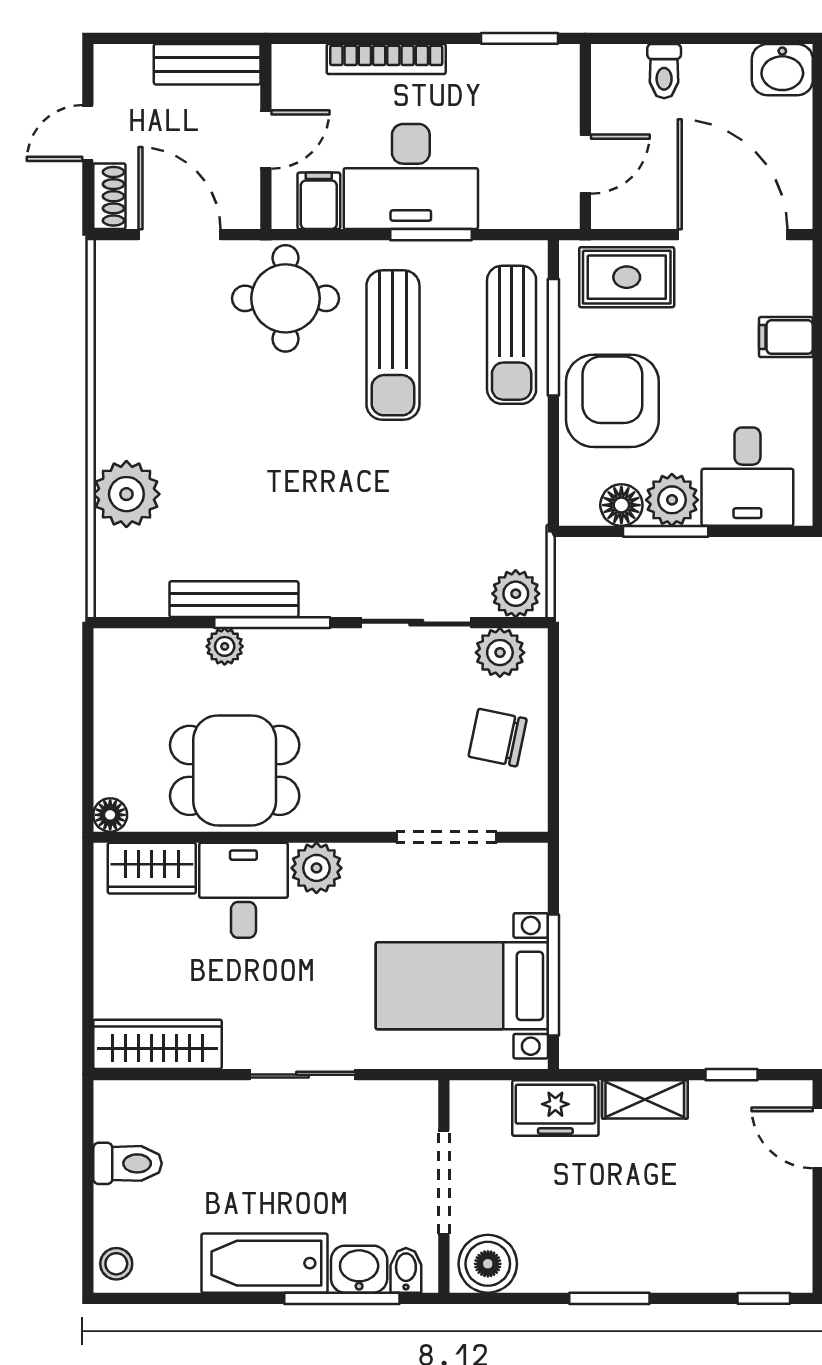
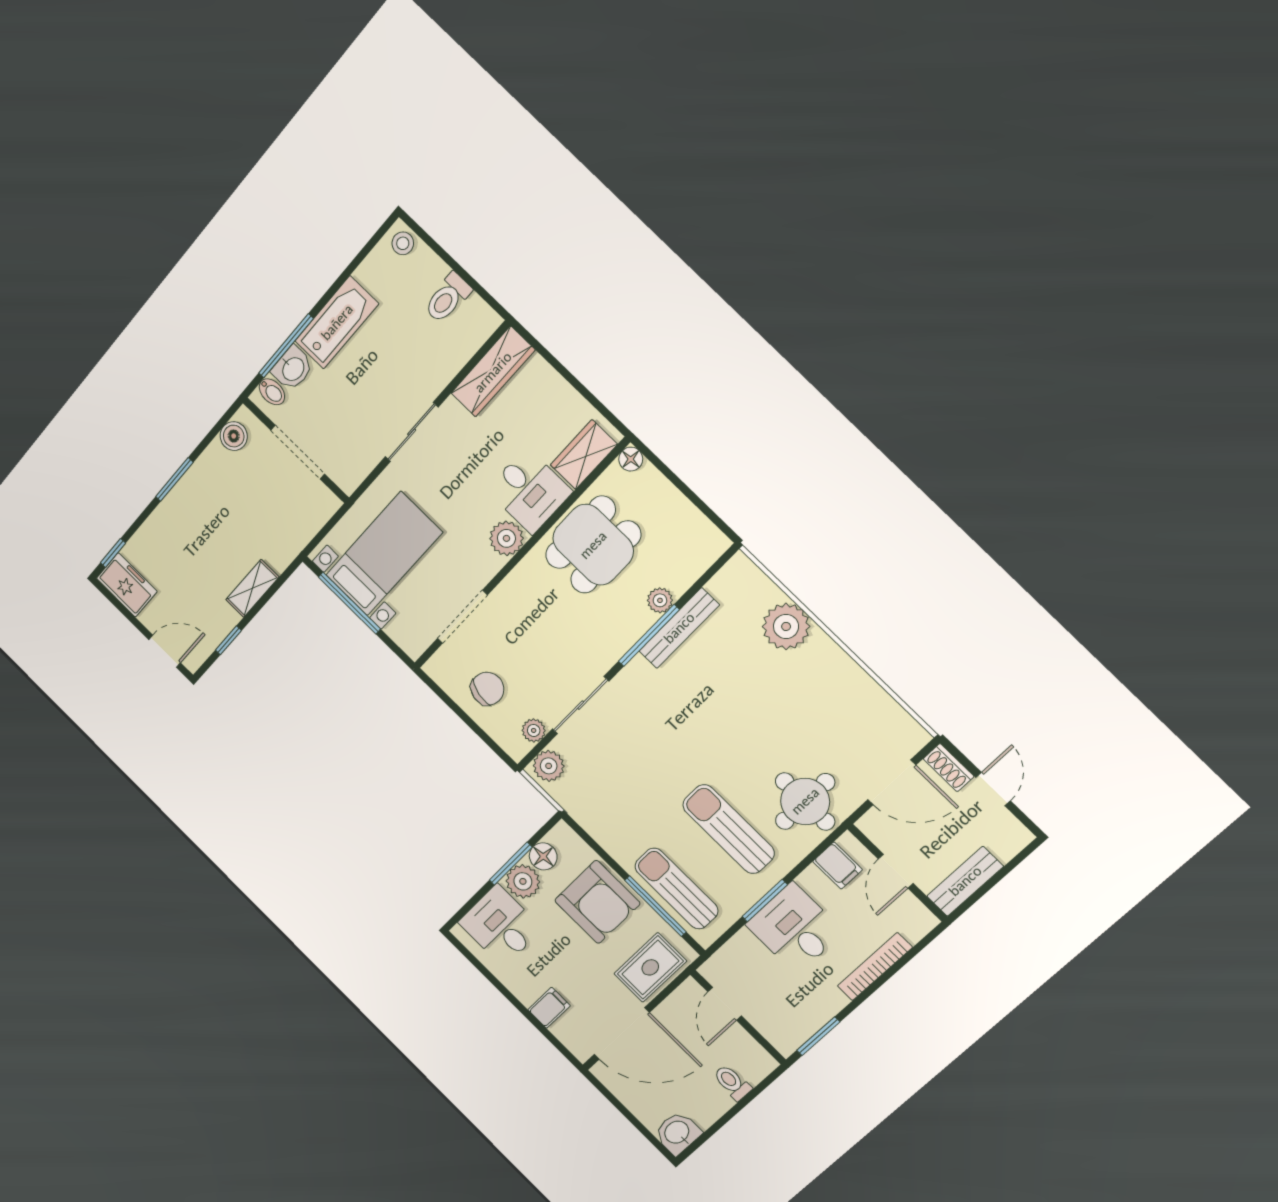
desk: (411, 177) -> (795, 928), width x0.73
plant: (500, 653) -> (534, 730), width x0.73, depth x0.73
freezer: (555, 1108) -> (127, 585), moved, turned 90
boiler: (488, 1264) -> (234, 436), width x0.73, depth x0.73

